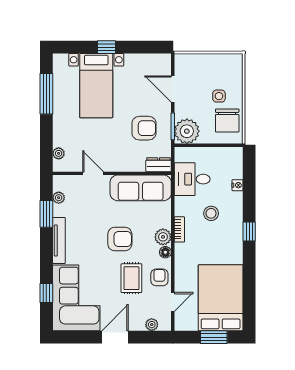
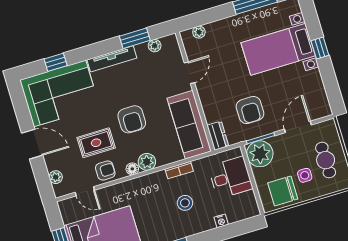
cafe table: (211, 73) -> (326, 160), added
desk: (192, 179) -> (230, 177), moved, turned 90
bookcase: (179, 229) -> (179, 170), moved

